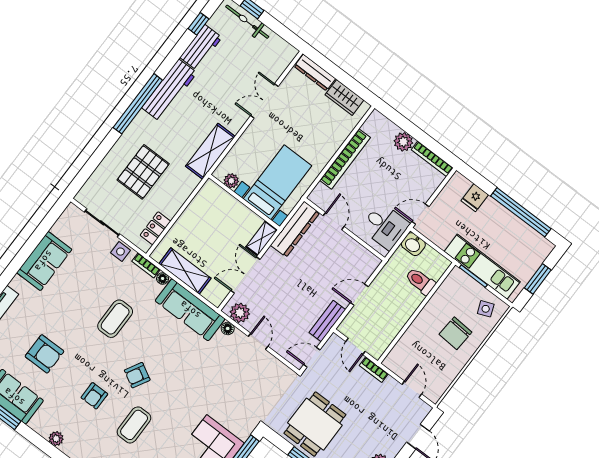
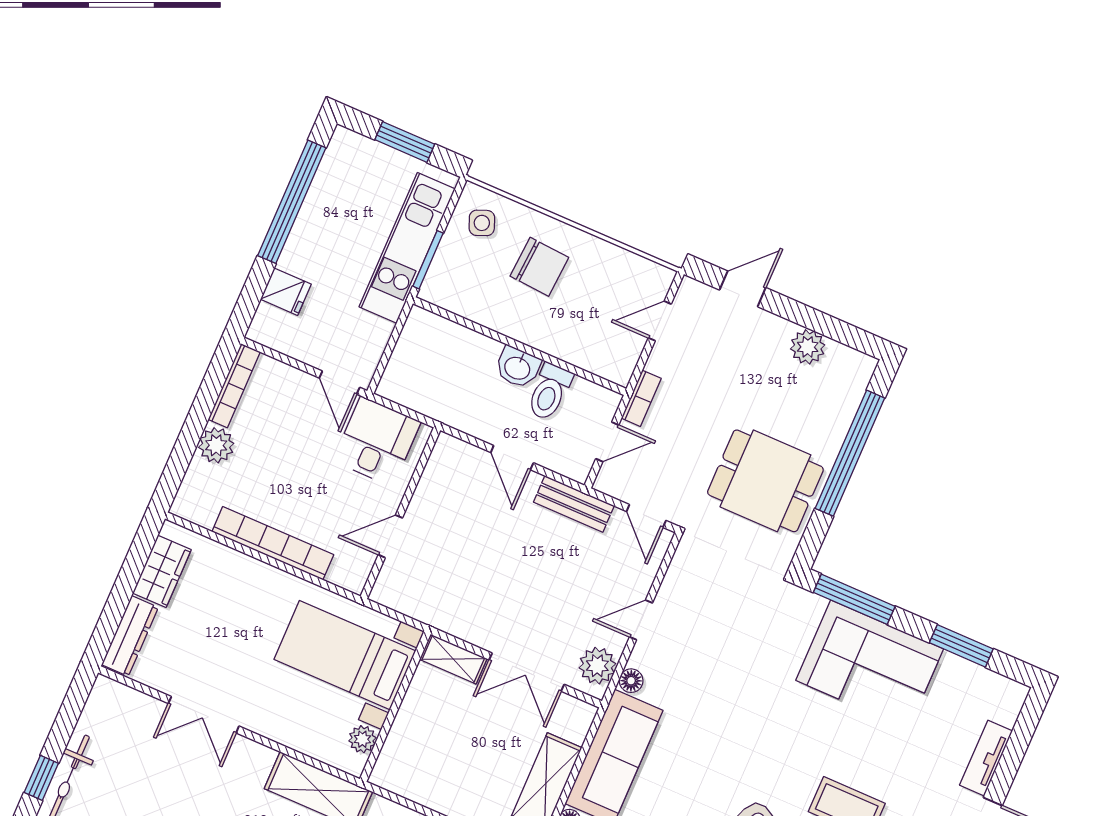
dresser: (295, 229) -> (422, 603), removed
washbasin: (413, 244) -> (518, 367), moved, turned 90
toilet: (420, 281) -> (549, 392), moved

